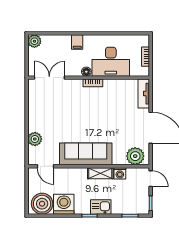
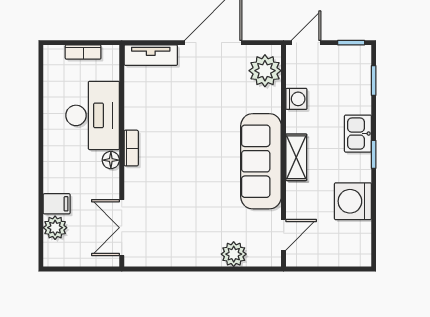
plant: (34, 41) -> (55, 228), moved
filing cabinet: (77, 42) -> (57, 204), moved
shelving: (100, 173) -> (296, 157), moved
boiler: (42, 204) -> (352, 241), removed

